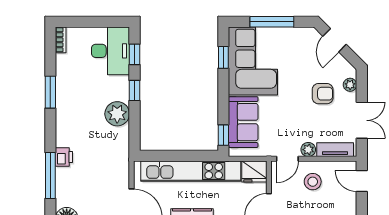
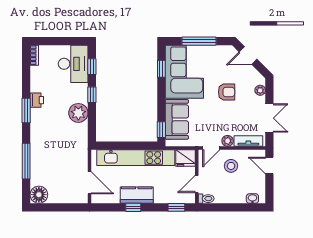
door: (335, 40) -> (248, 55), hinge flipped
window: (50, 92) -> (26, 110), moved
armchair: (323, 94) -> (227, 92), moved
printer: (64, 157) -> (37, 100), moved

